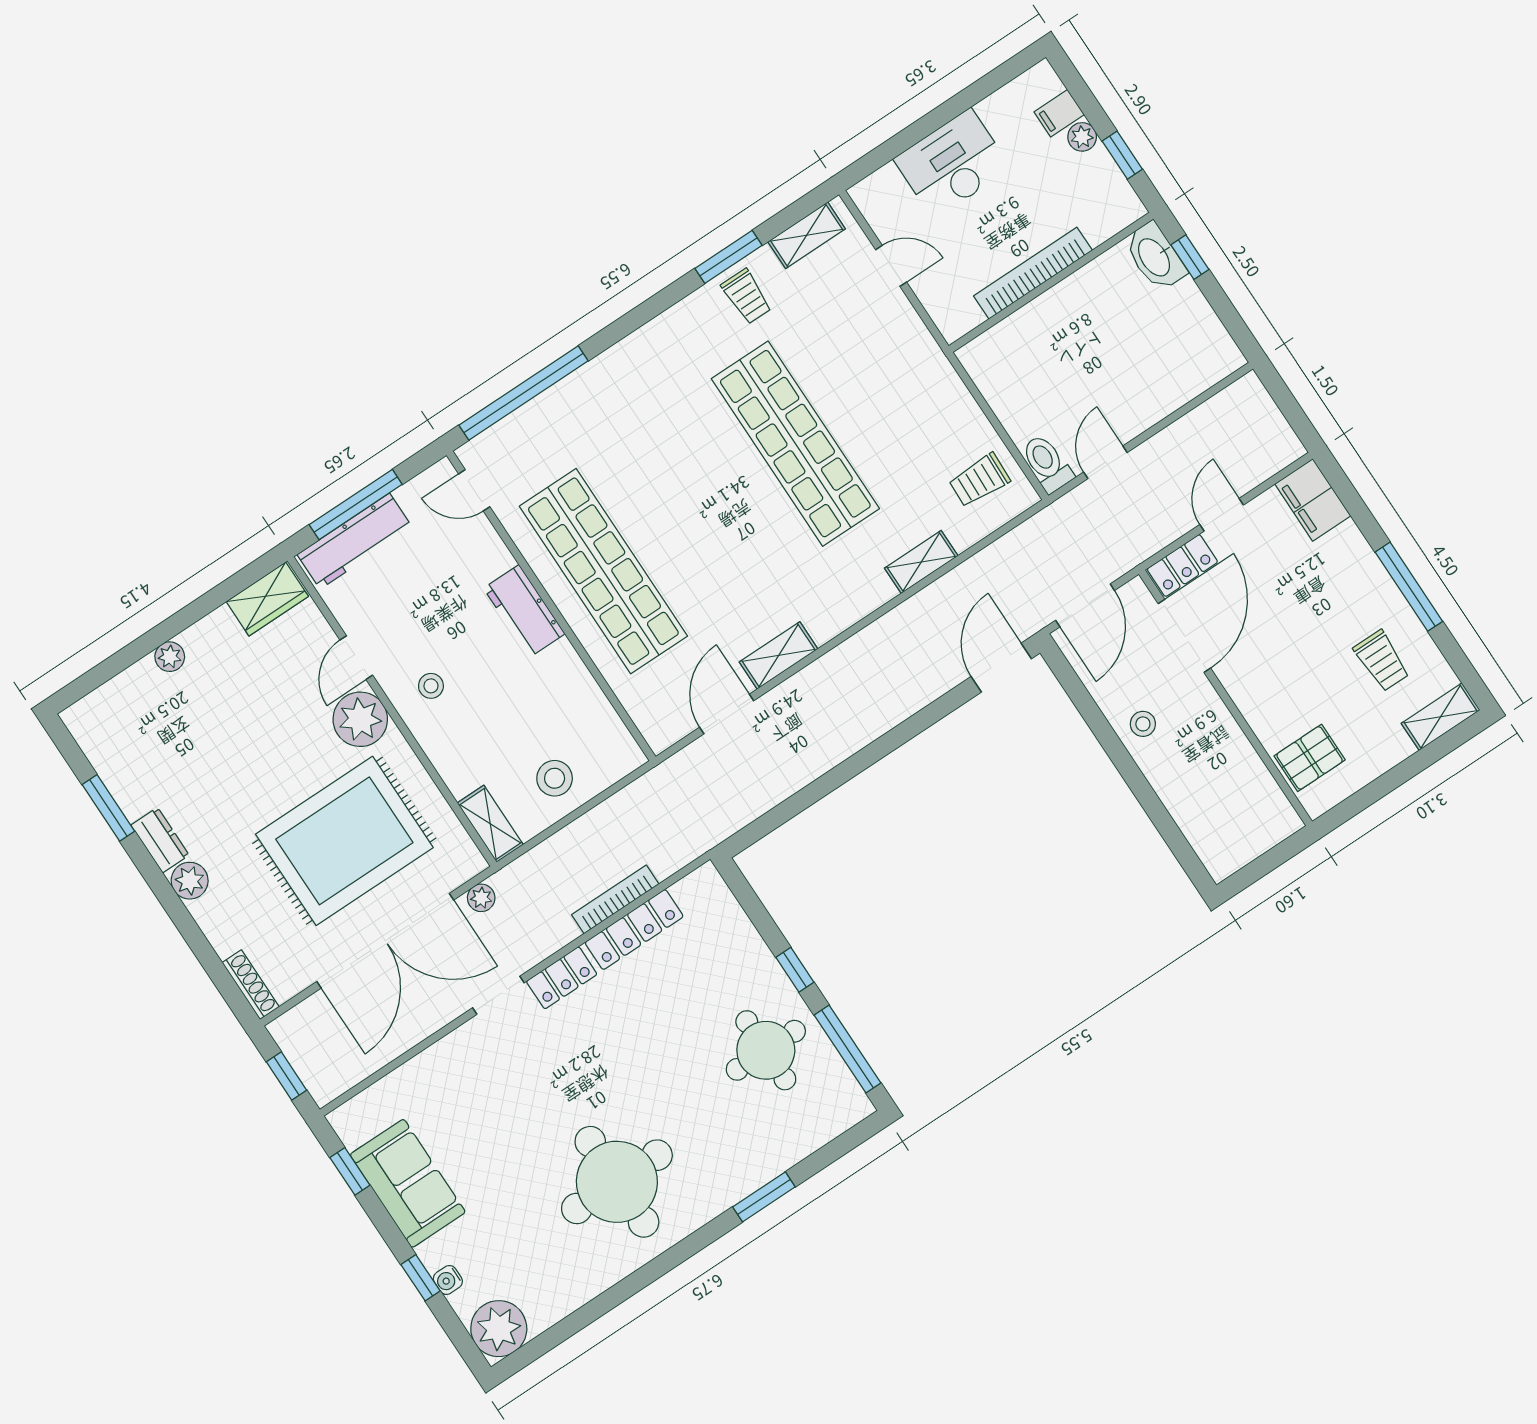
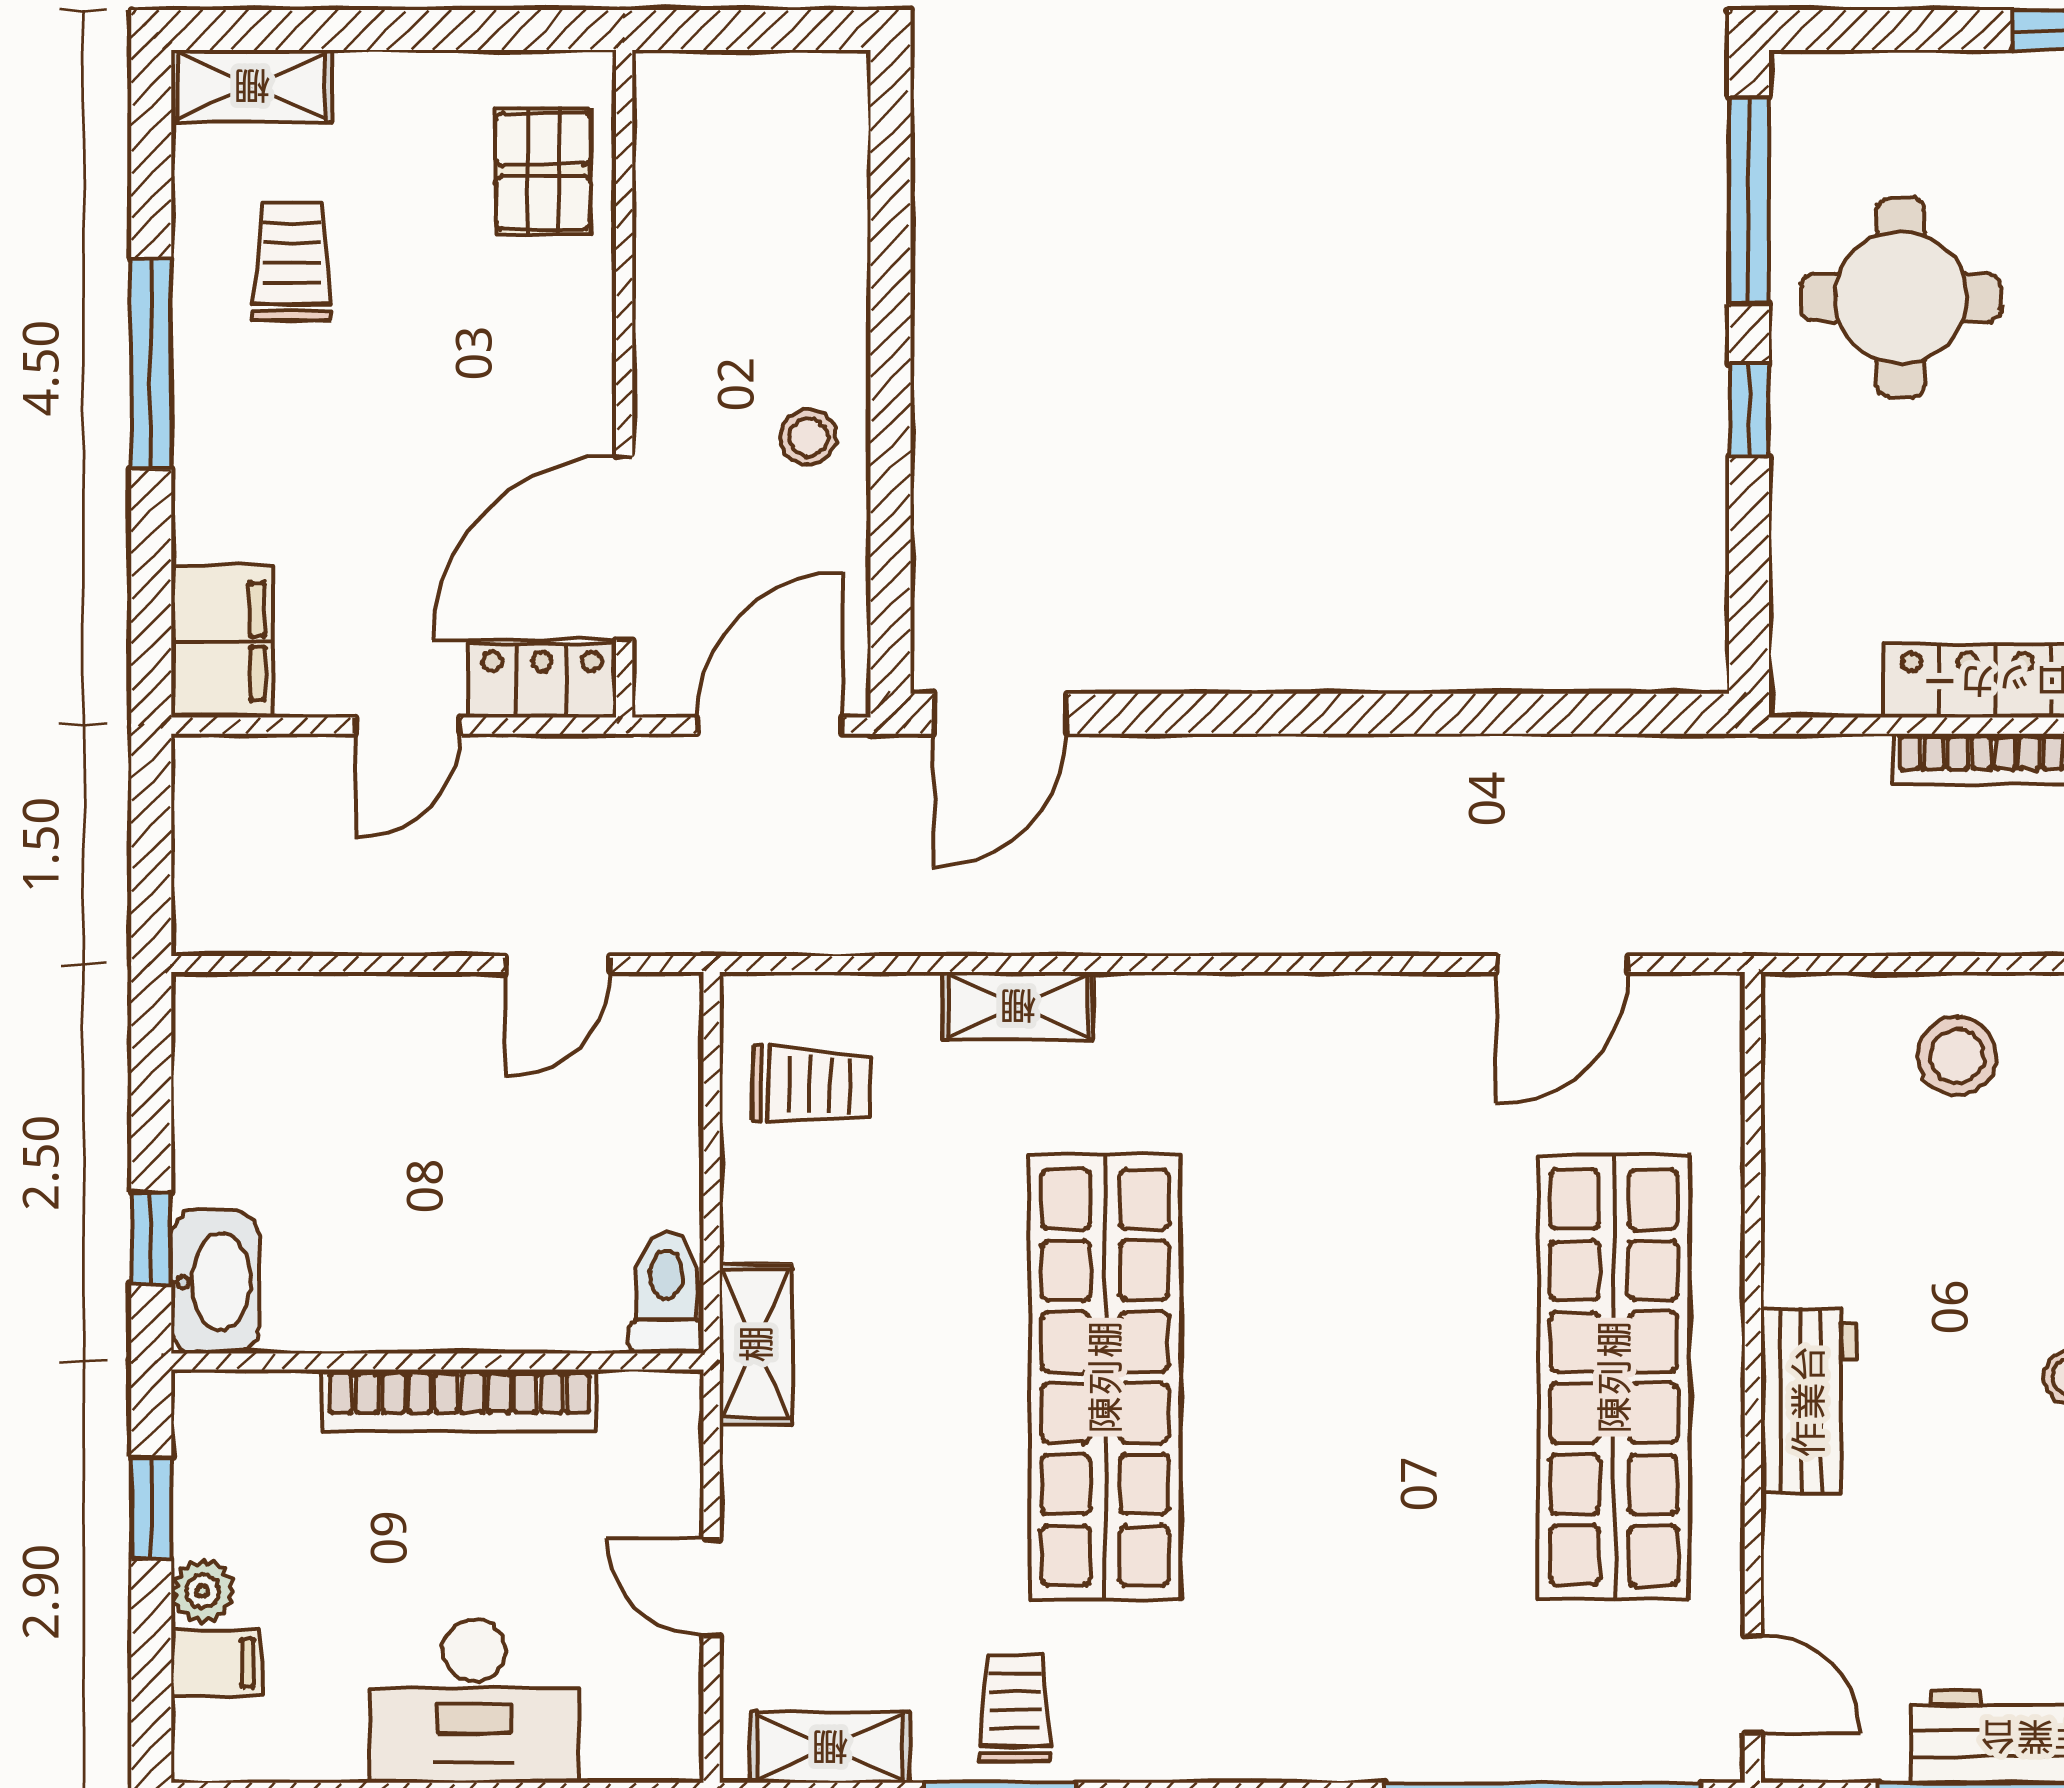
toilet: (1047, 464) -> (666, 1292), moved, turned 180
shelving: (779, 655) -> (756, 1344), moved, turned 90
pallet: (1310, 758) -> (543, 171), turned 90

